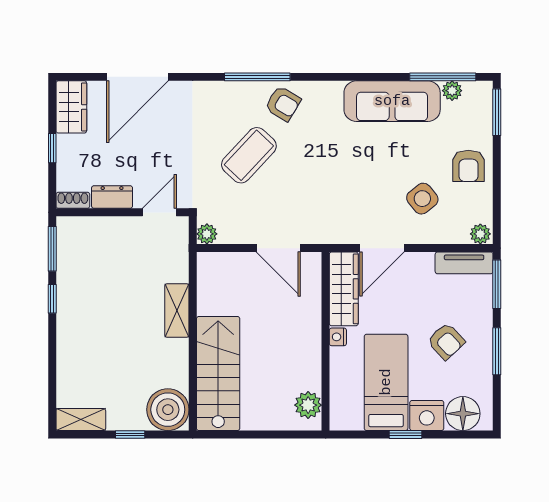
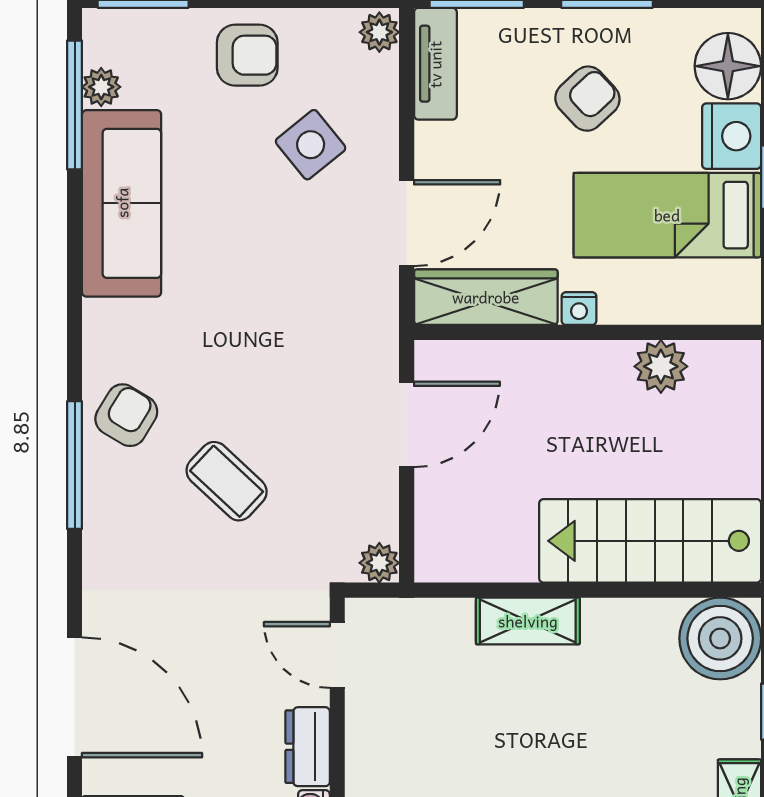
coffee table: (249, 155) -> (227, 481), width x0.73, depth x0.77
door: (382, 248) -> (407, 223), hinge flipped
plant: (308, 405) -> (661, 366), moved

